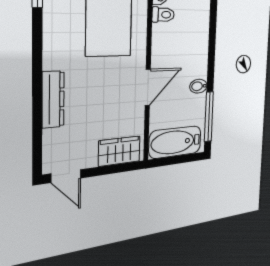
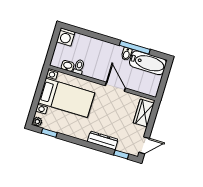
window: (209, 117) -> (135, 47), moved
bathtub: (175, 142) -> (148, 63), moved, turned -90
window: (37, 143) -> (121, 155), added

